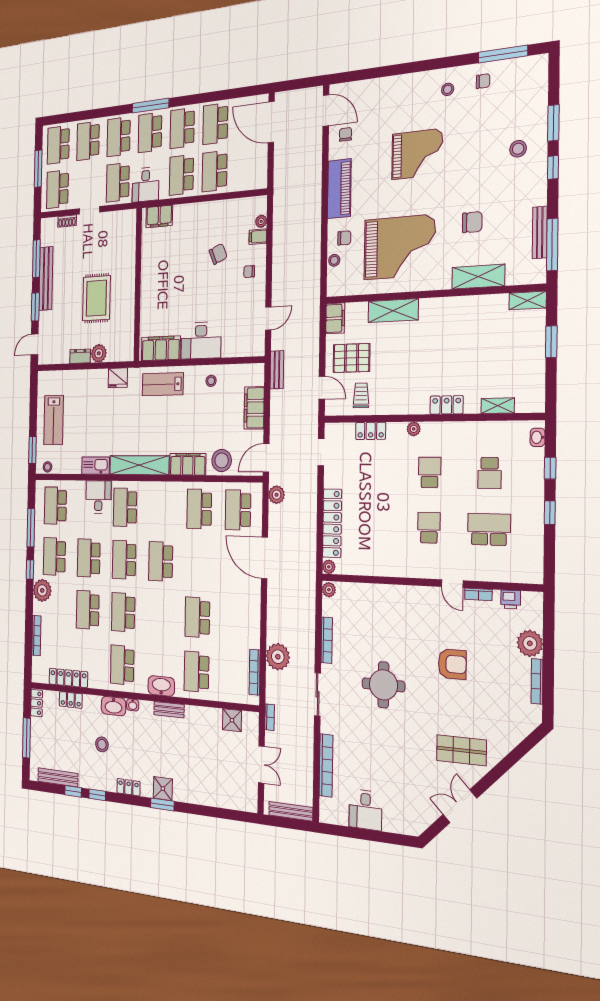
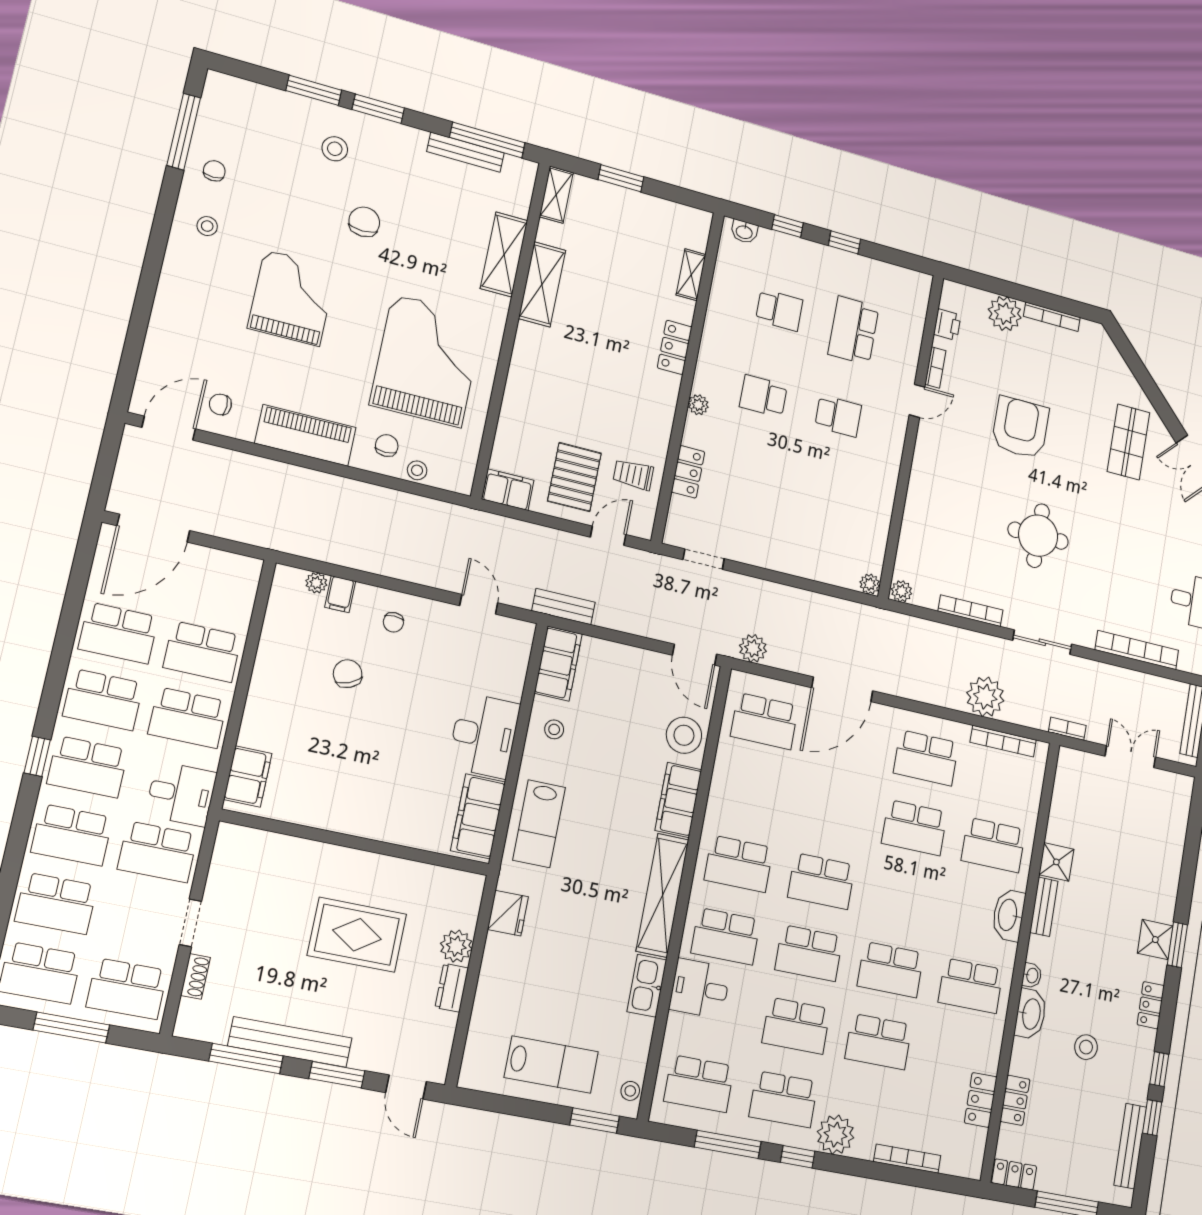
window: (151, 106) -> (37, 756), width x0.46
window: (553, 167) -> (378, 109), width x1.50
chair: (472, 222) -> (364, 222), moved
shelving: (393, 311) -> (542, 284), moved
filing cabinet: (254, 408) -> (558, 664), moved, turned -90
school desk: (199, 509) -> (739, 864), moved
locker: (332, 523) -> (809, 565), removed
school desk: (429, 528) -> (838, 416), turned 180
school desk: (236, 620) -> (926, 758), added
armchair: (452, 664) -> (1020, 428), width x1.36, depth x1.36
locker: (68, 678) -> (981, 1100), width x0.66
shower: (232, 720) -> (1056, 862), moved

